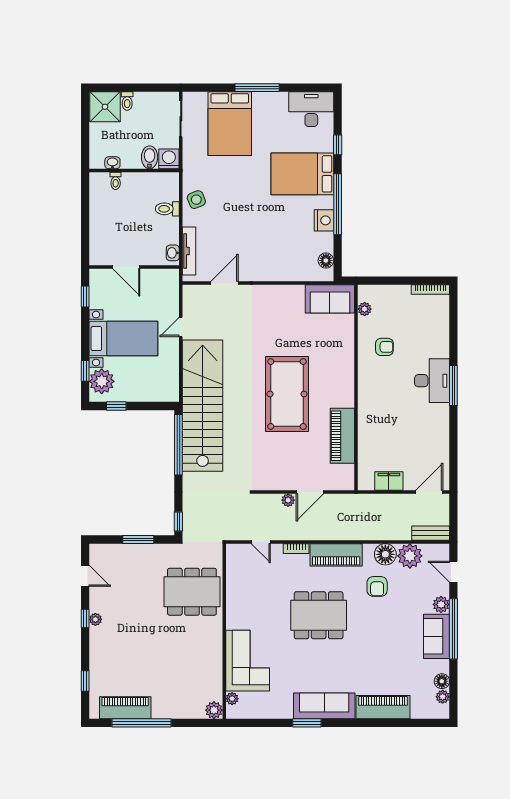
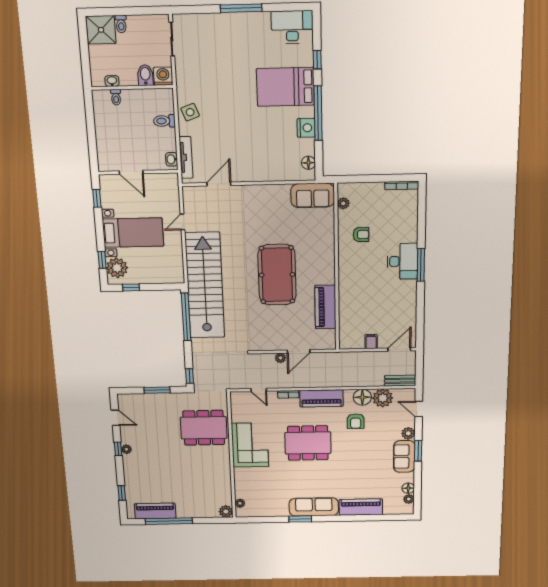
bed: (230, 124) -> (217, 43), removed
filing cabinet: (389, 481) -> (371, 342), width x0.50
window: (453, 629) -> (418, 451), width x0.47
corner sofa: (248, 661) -> (250, 445), moved

